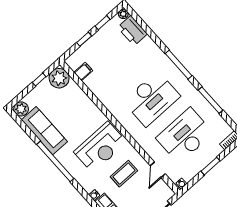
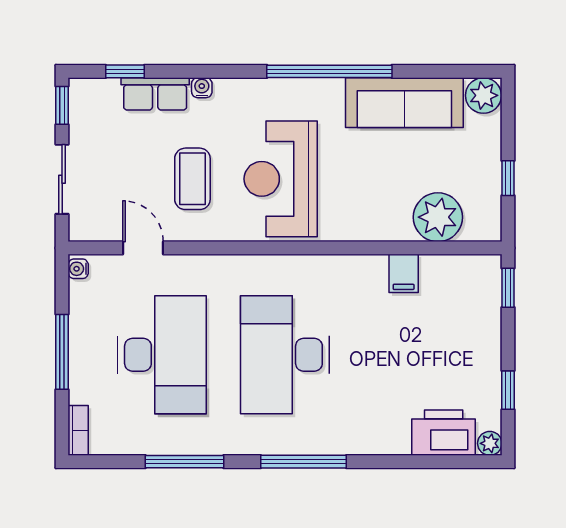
window: (84, 39) -> (508, 288), moved
filing cabinet: (83, 72) -> (404, 273), moved
plant: (59, 78) -> (438, 217), moved
window: (211, 166) -> (62, 352), width x1.44

